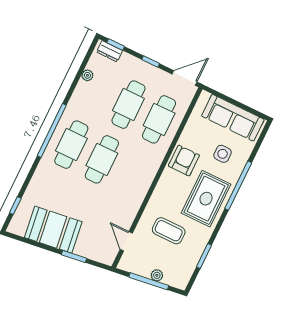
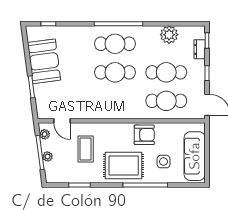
dresser: (110, 51) -> (200, 49), moved
plant: (87, 75) -> (169, 35), width x1.88, depth x1.88
door: (126, 241) -> (62, 121), swing flipped
plant: (132, 267) -> (45, 134), added

